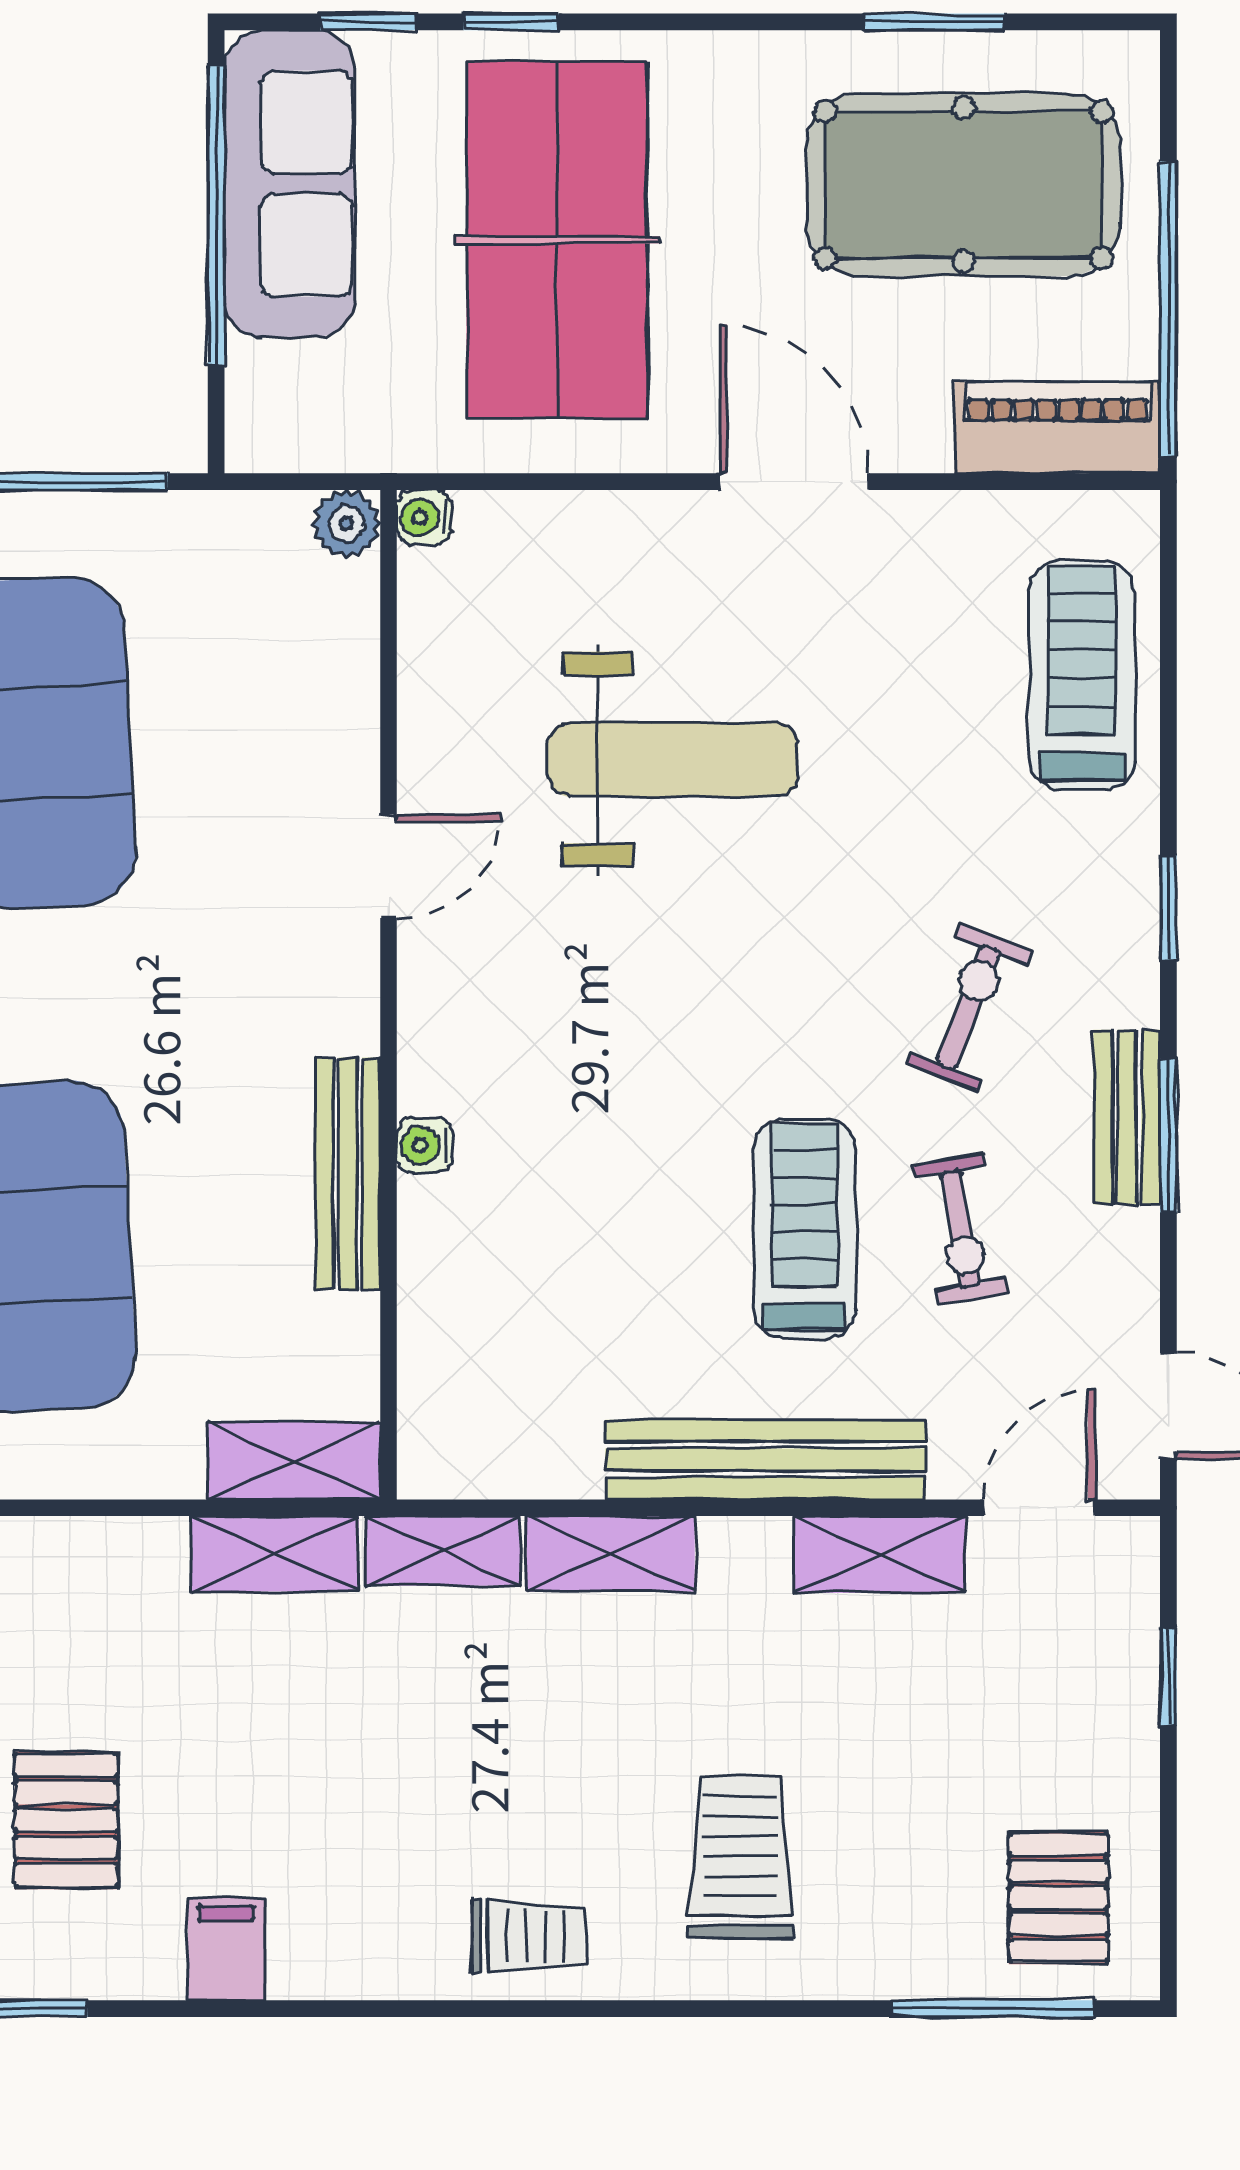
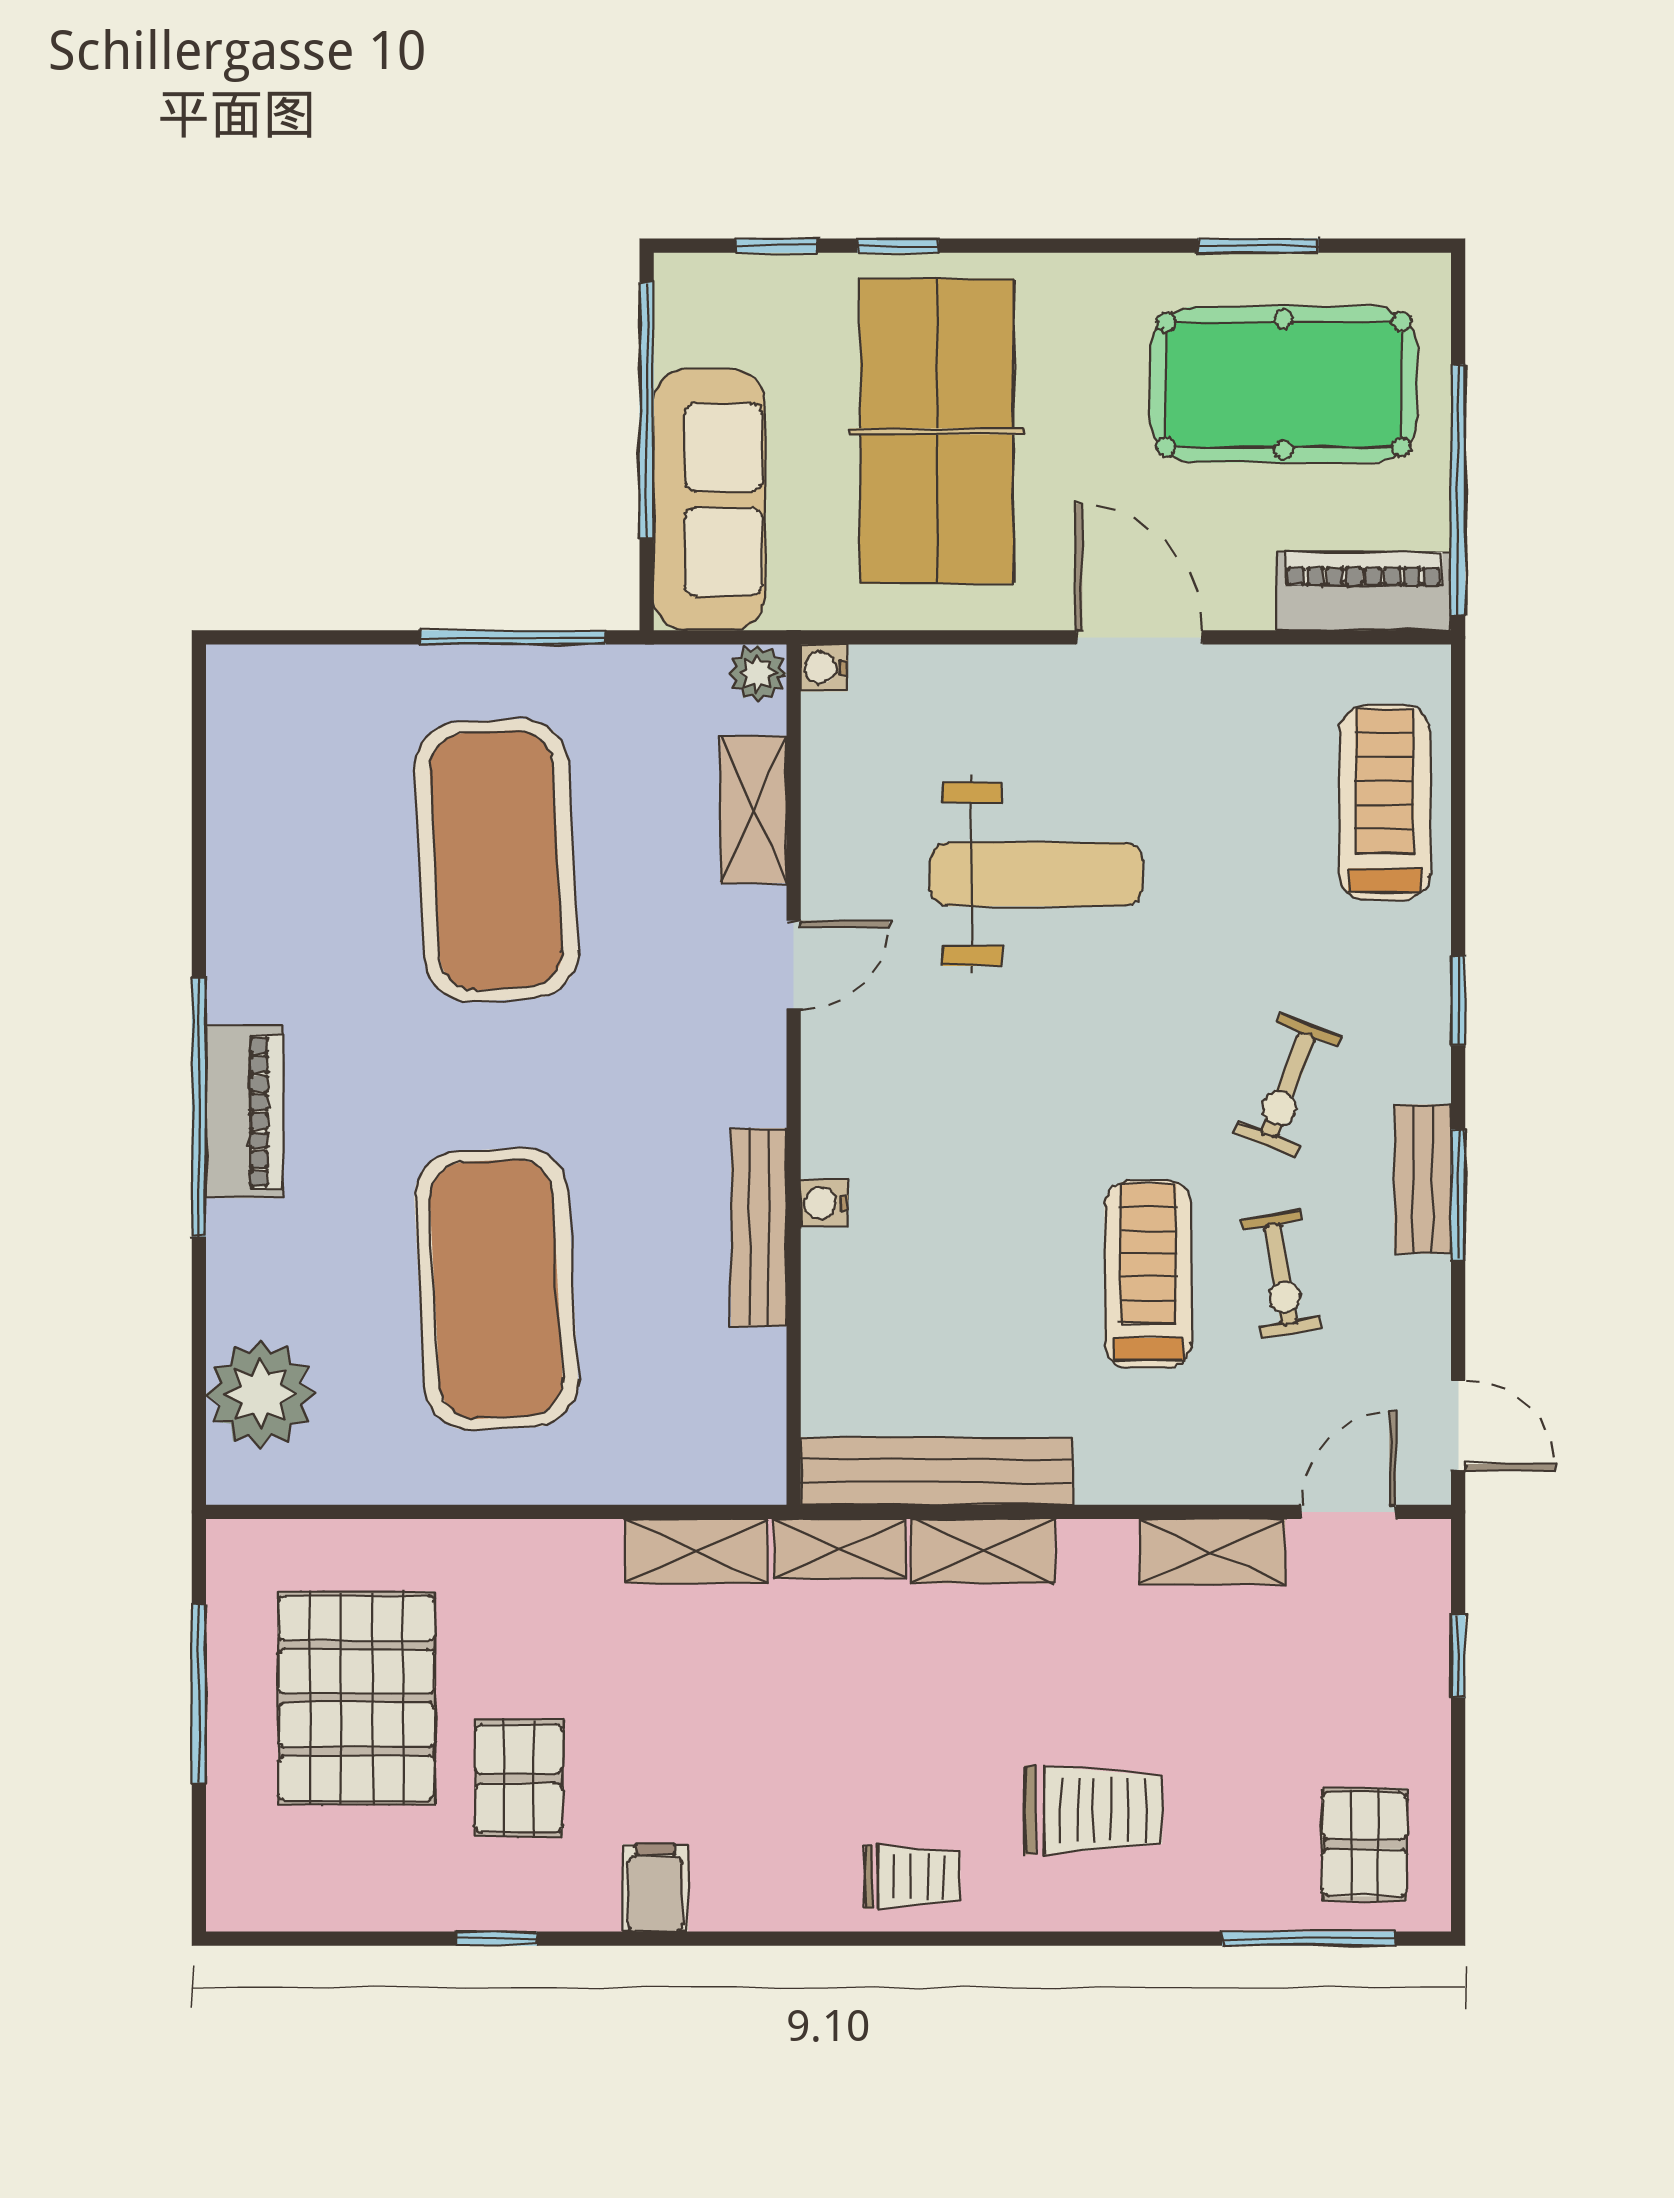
sofa: (290, 184) -> (709, 500), moved
exercise bike: (969, 1007) -> (1288, 1085), turned 180
bench: (765, 1460) -> (937, 1471), moved
shelving: (294, 1461) -> (753, 809), moved, turned 90
trolley: (740, 1858) -> (1093, 1810), turned 90

